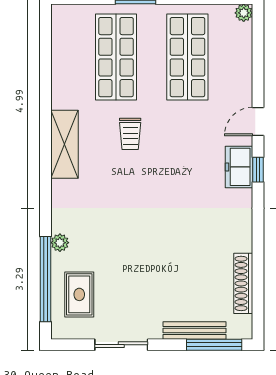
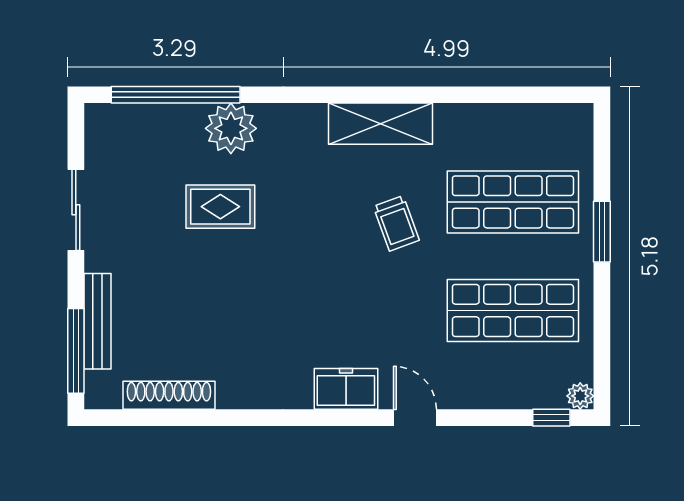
trolley: (130, 134) -> (396, 223), turned -110
window: (258, 170) -> (551, 418), moved
plant: (60, 243) -> (231, 128), width x1.87, depth x1.87
rug: (79, 294) -> (220, 207), moved

